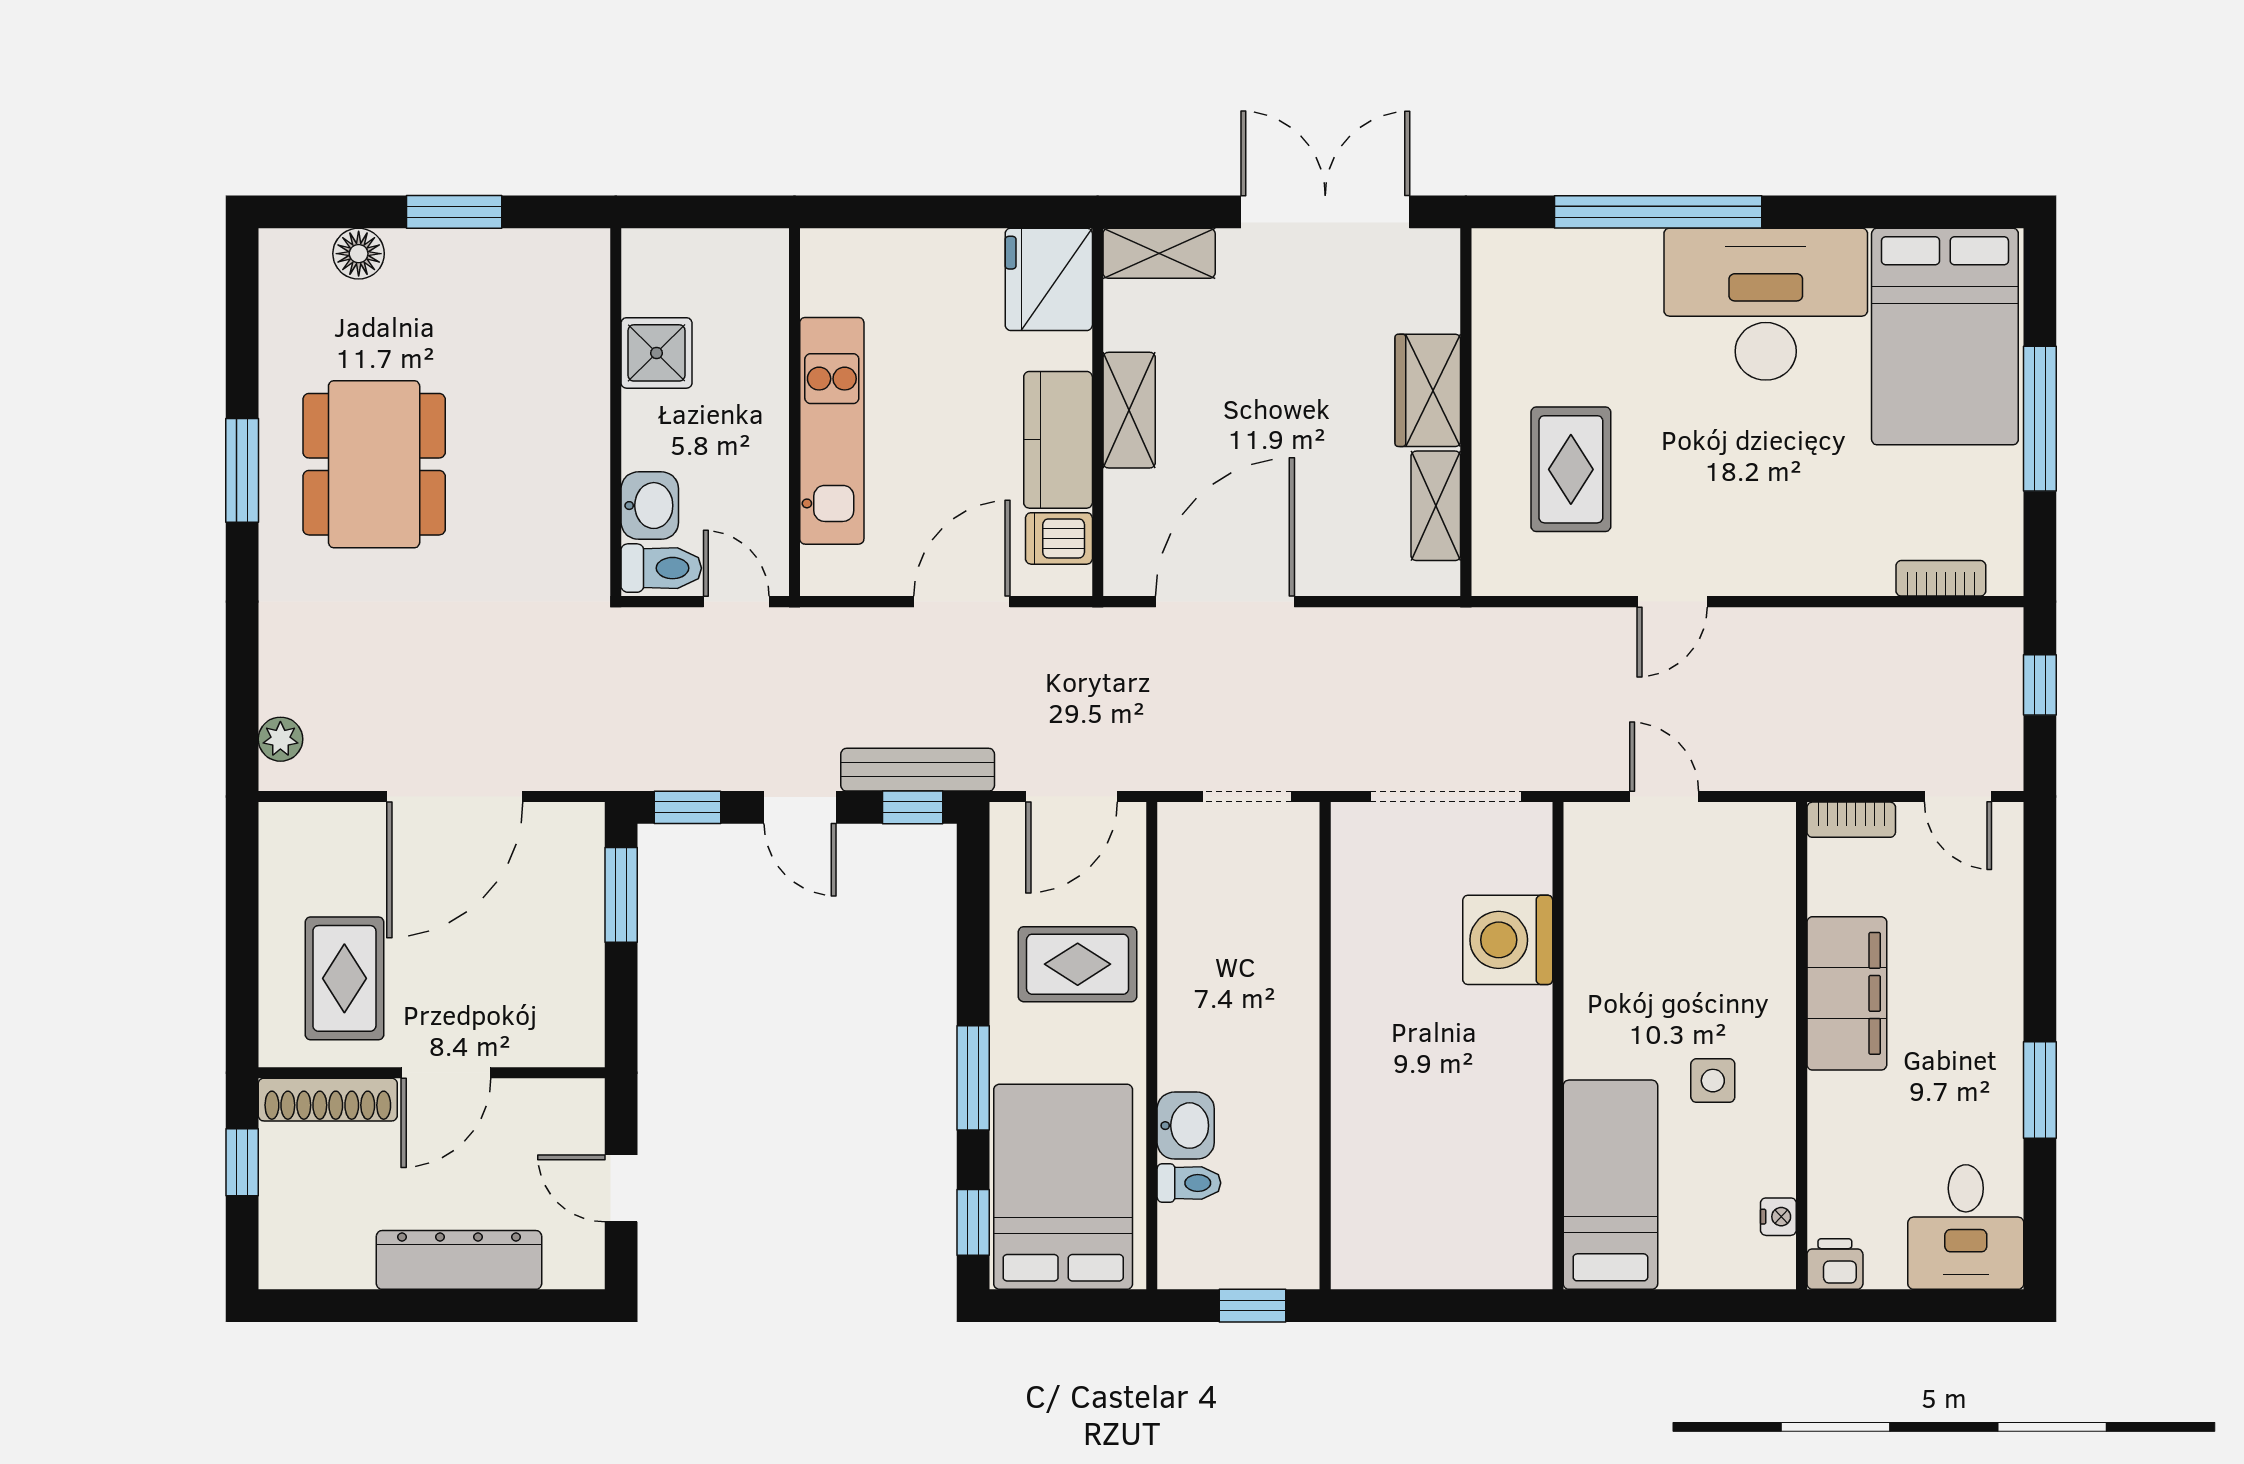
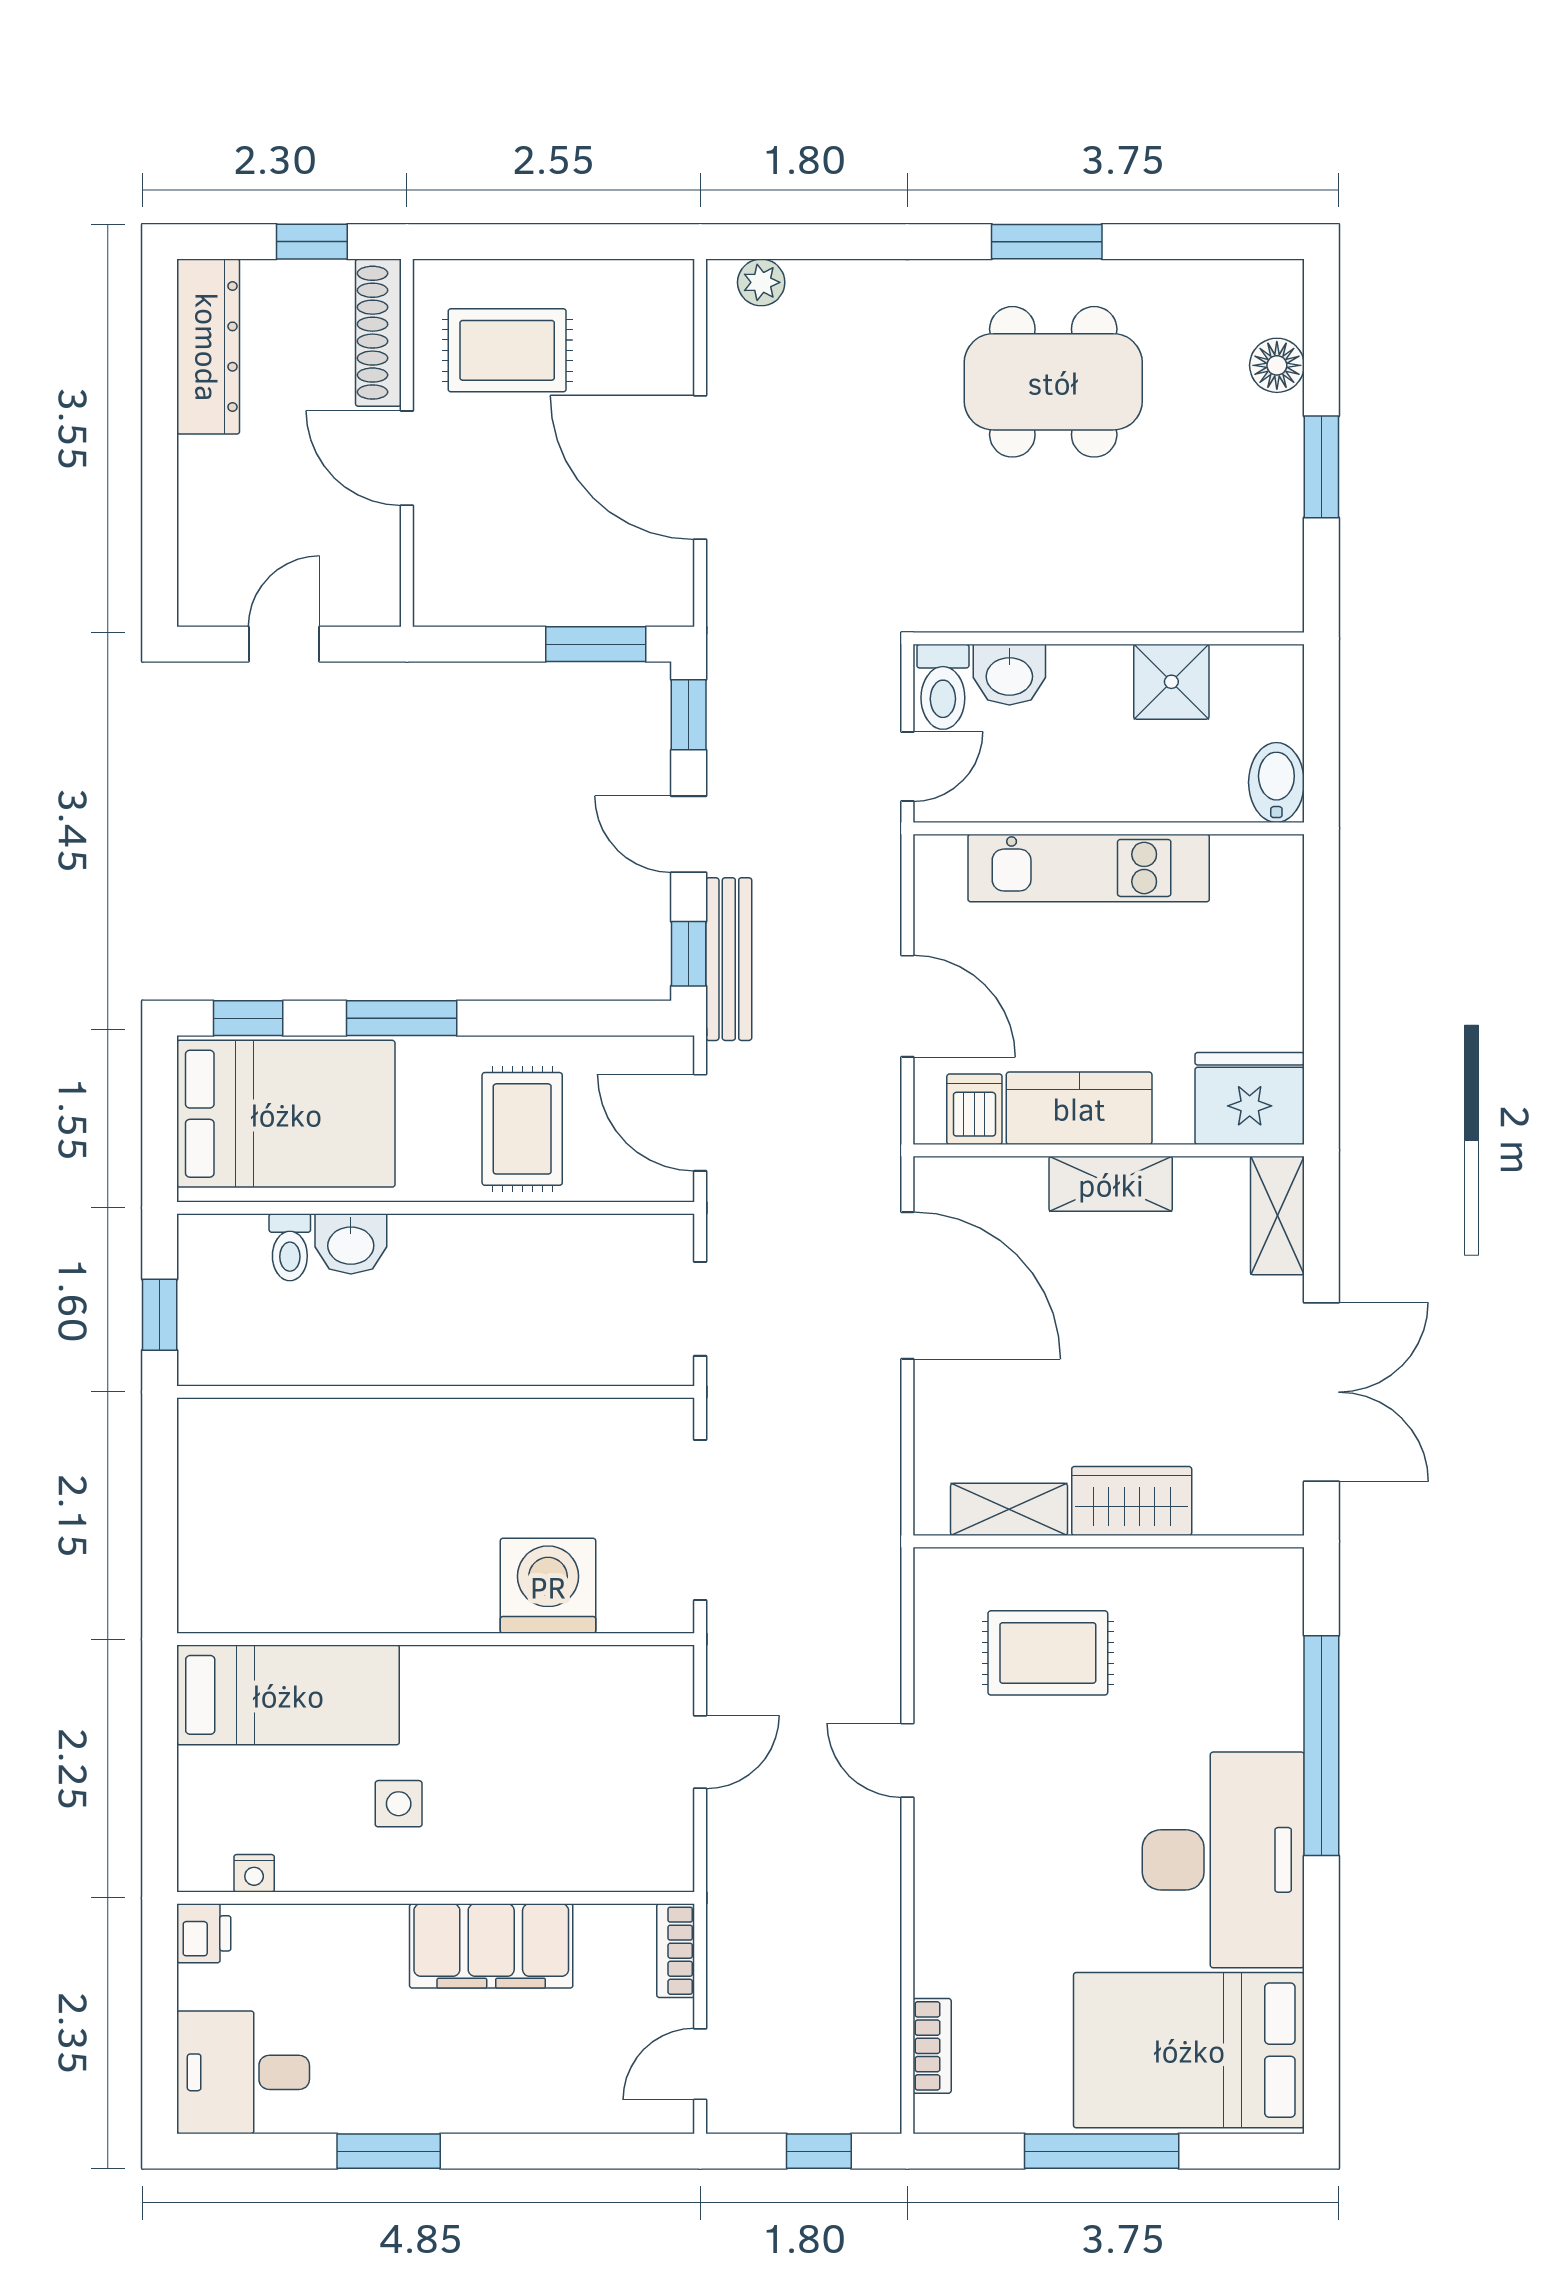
bidet: (751, 254) -> (1276, 782), added
door: (800, 807) -> (689, 834), hinge flipped
dresser: (459, 1260) -> (208, 347), moved

